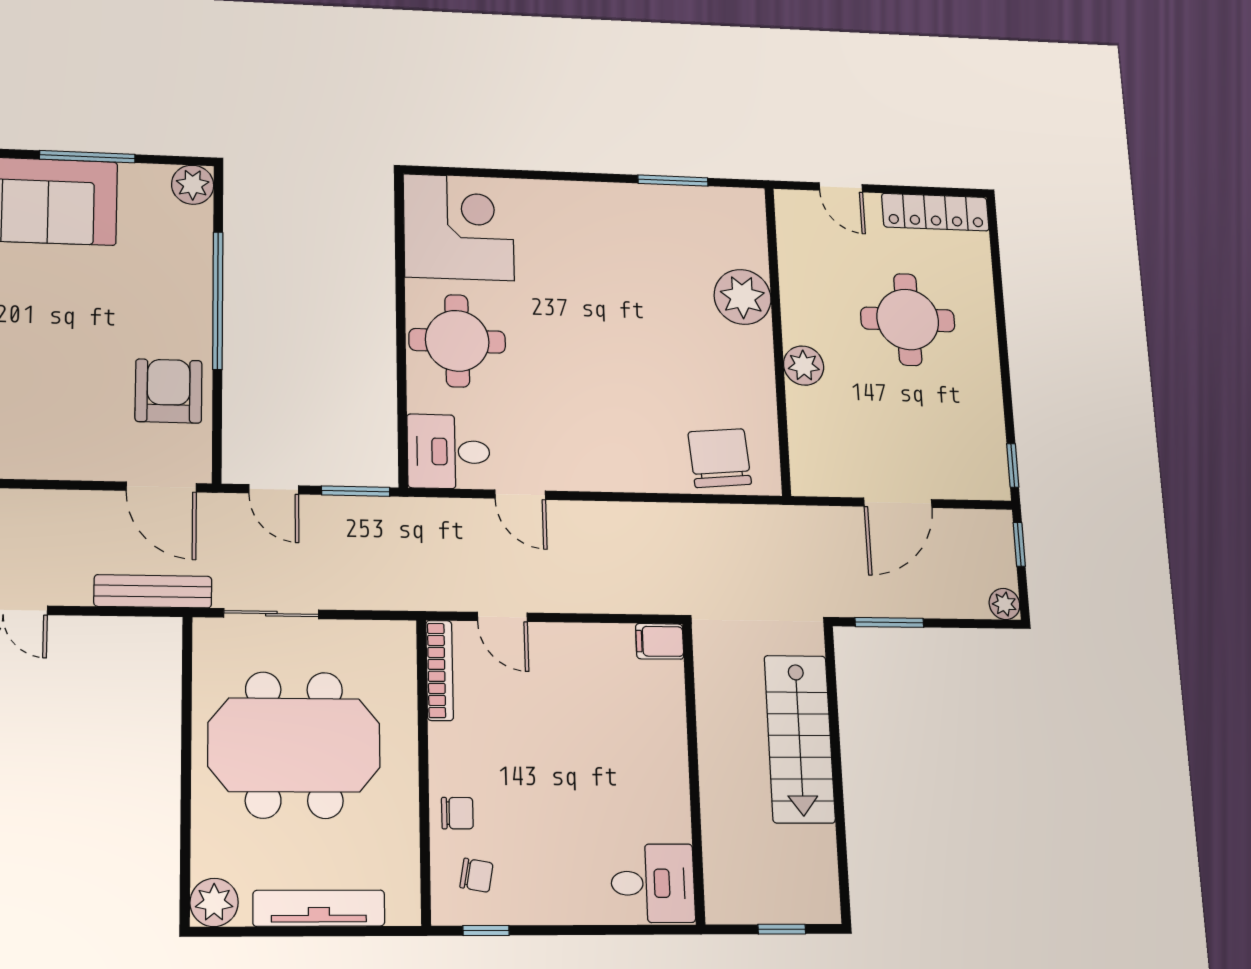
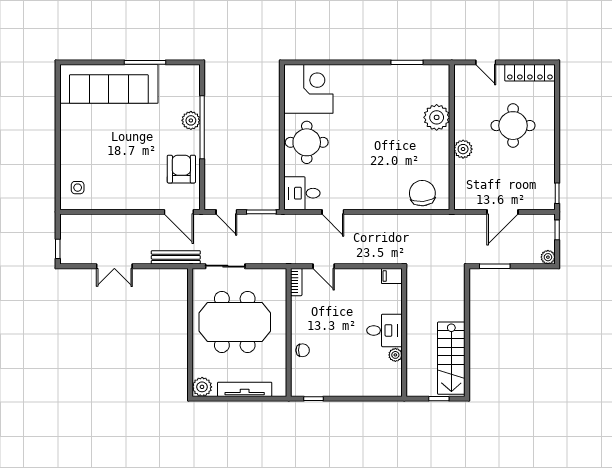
plant: (193, 185) -> (191, 120), moved
bookcase: (440, 670) -> (296, 282), width x0.64
stairs: (800, 739) -> (451, 358), moved
plant: (676, 825) -> (395, 355), added
chair: (476, 875) -> (310, 376), removed
desk: (653, 883) -> (385, 330), moved

